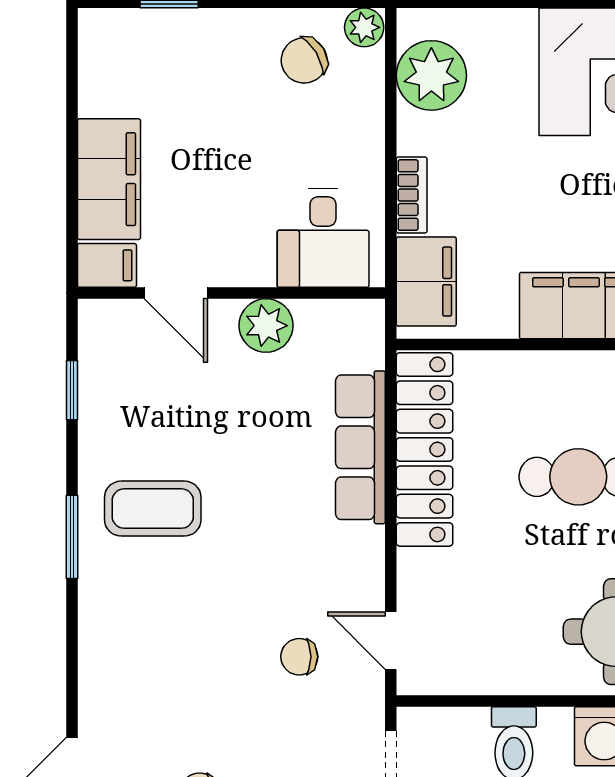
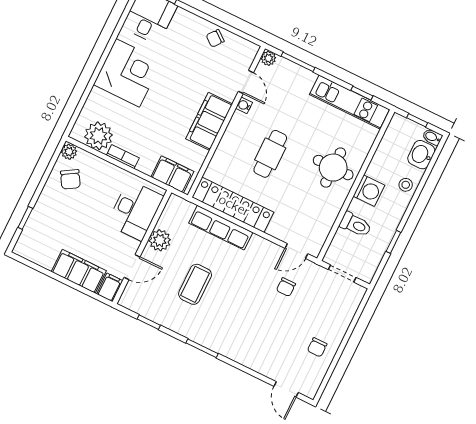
bookcase: (412, 195) -> (123, 157), moved
desk: (323, 238) -> (135, 210), width x1.37
coffee table: (153, 509) -> (195, 284), moved

